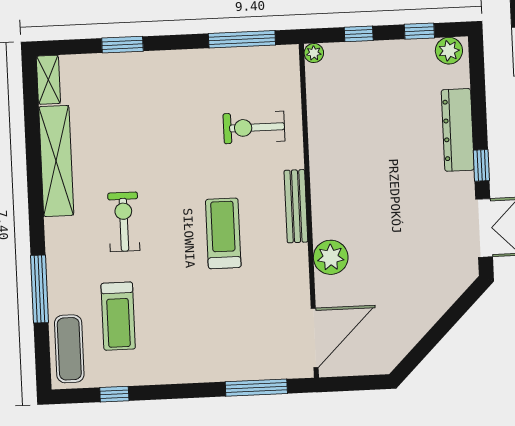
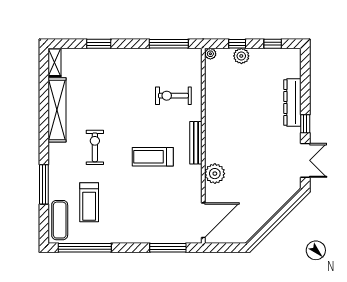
plant: (449, 51) -> (241, 56), moved
treadmill: (223, 233) -> (153, 157), turned -90
window: (114, 394) -> (85, 248), width x3.17

